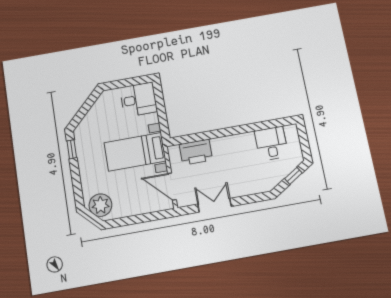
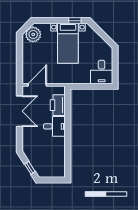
desk: (271, 143) -> (54, 126), moved
bed with nightstands: (135, 152) -> (68, 43), moved, turned 180
double door: (215, 205) -> (19, 111), width x1.37

